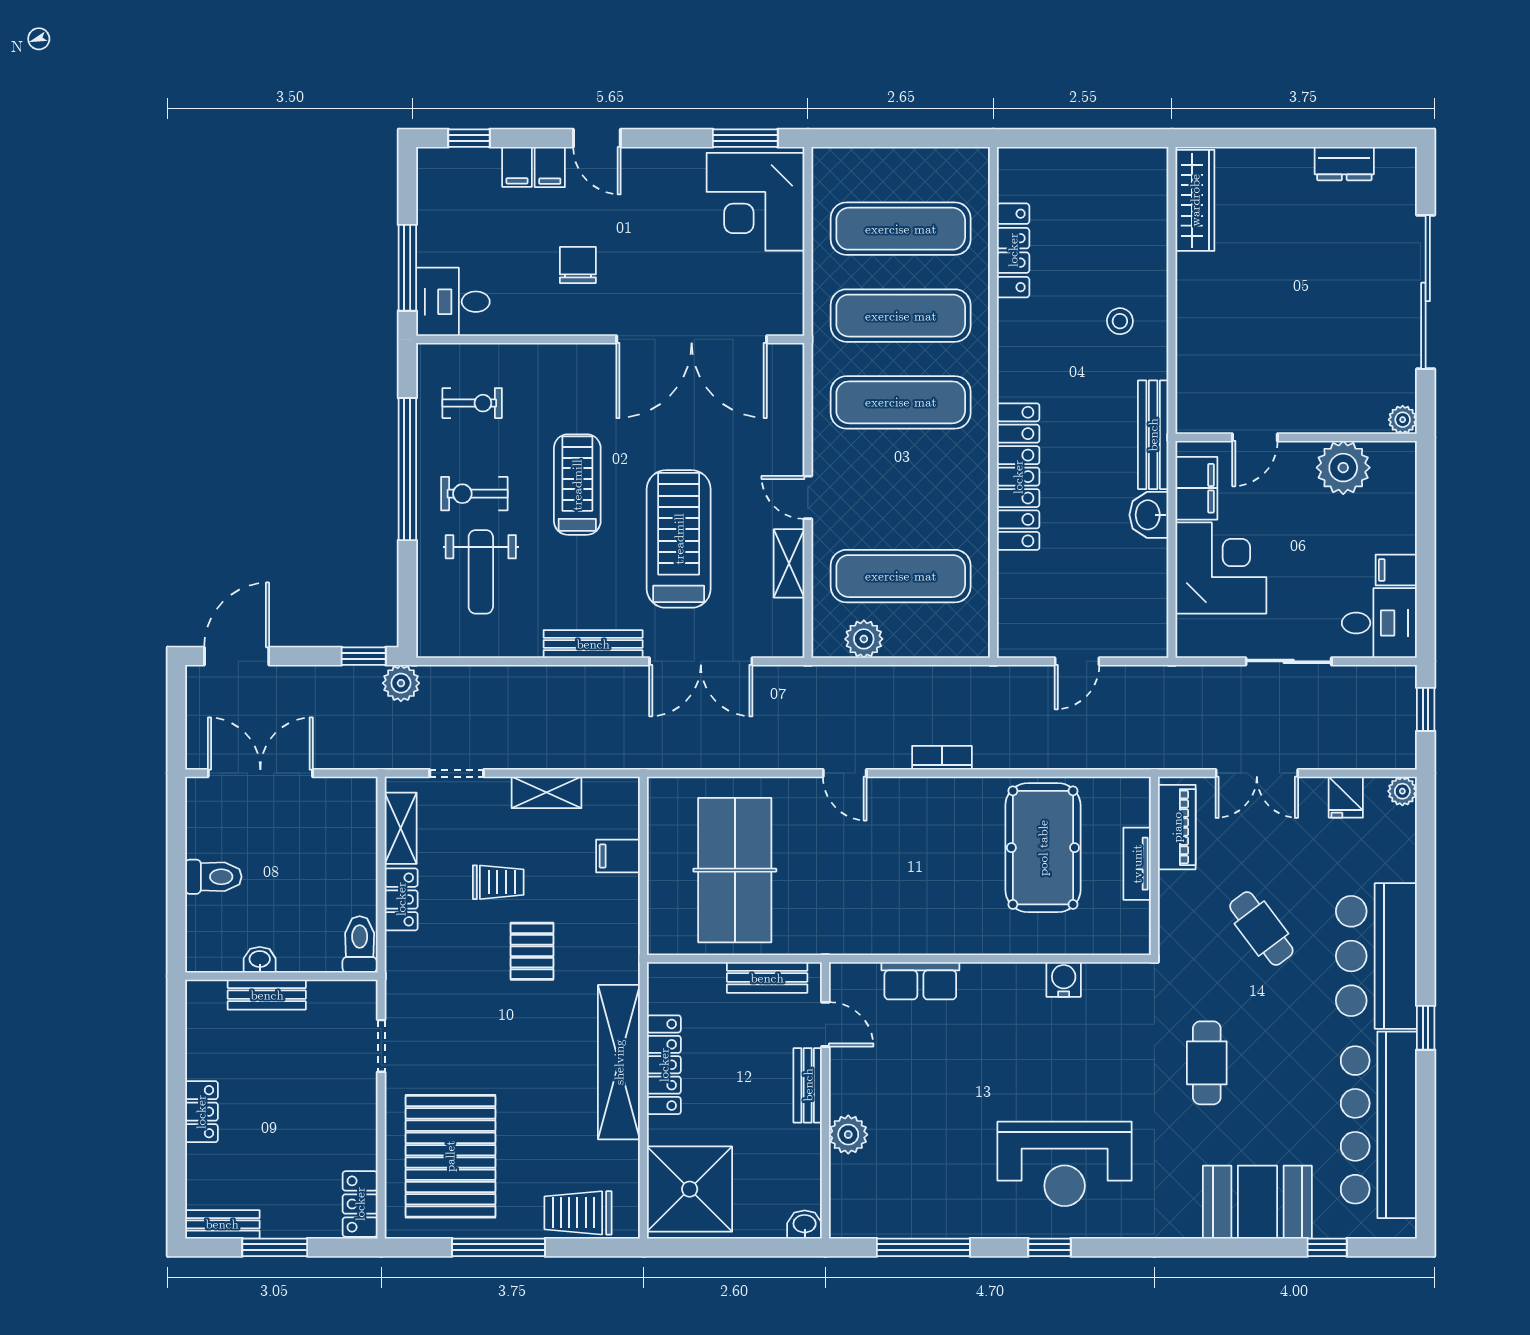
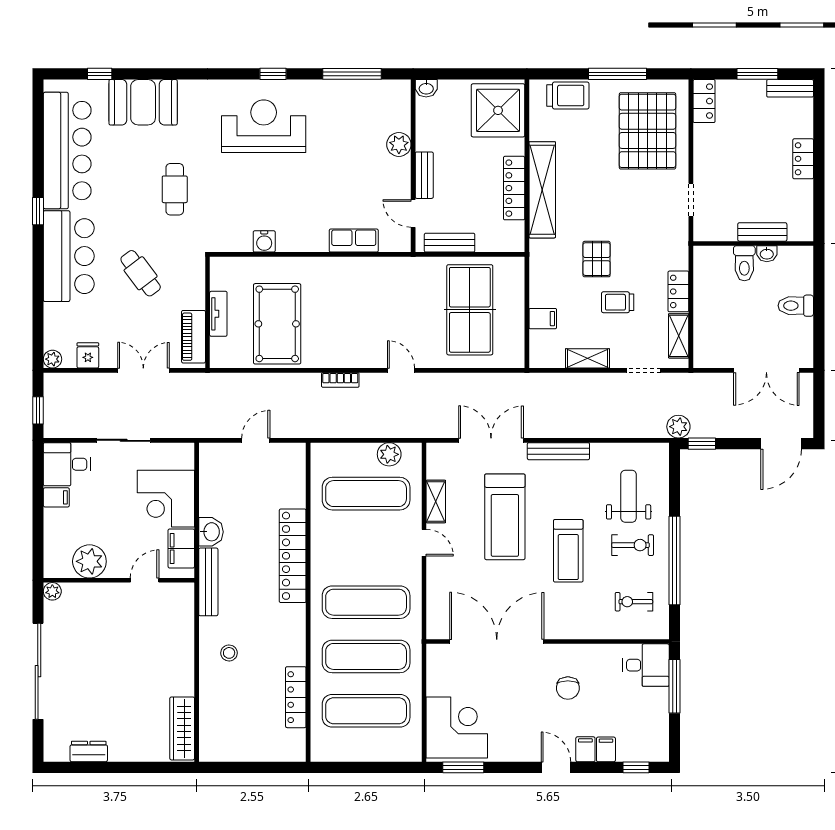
toilet: (360, 944) -> (744, 263), moved

